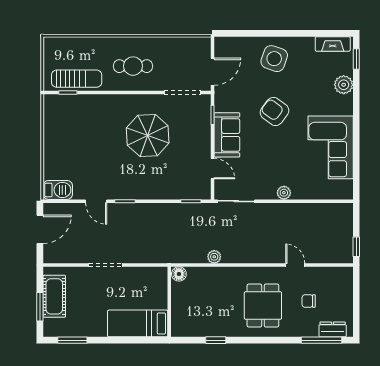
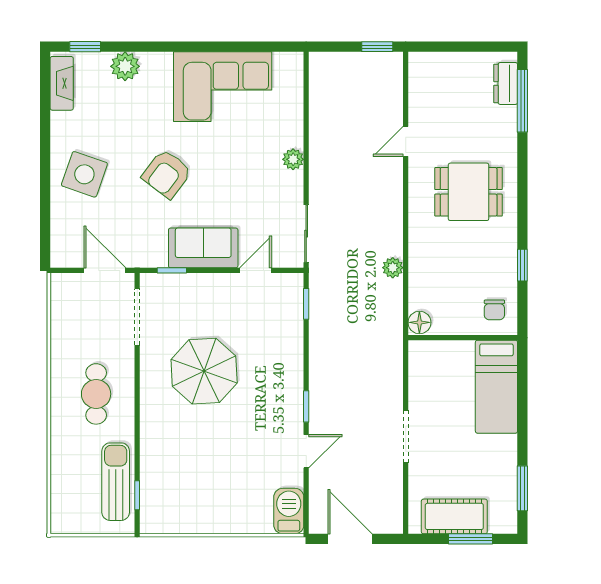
chair: (309, 301) -> (494, 310), moved

